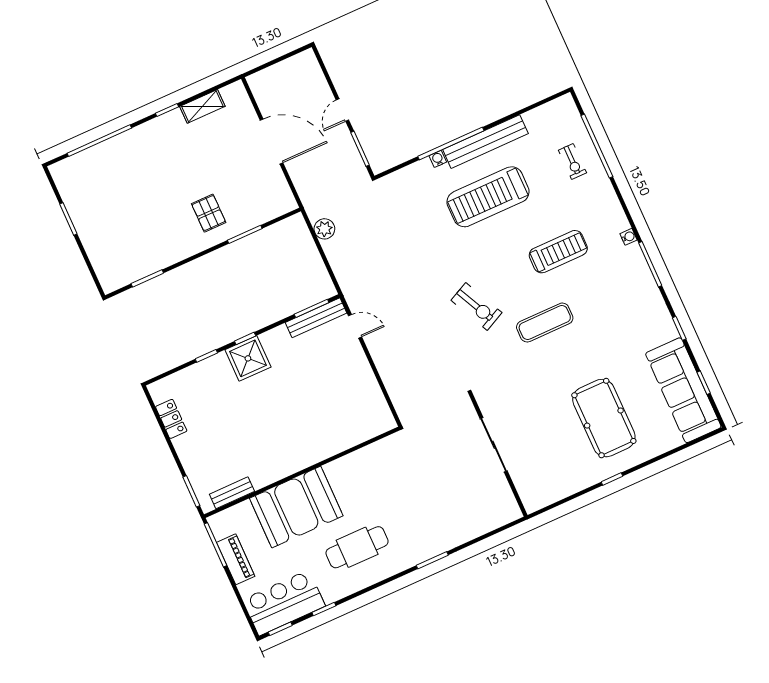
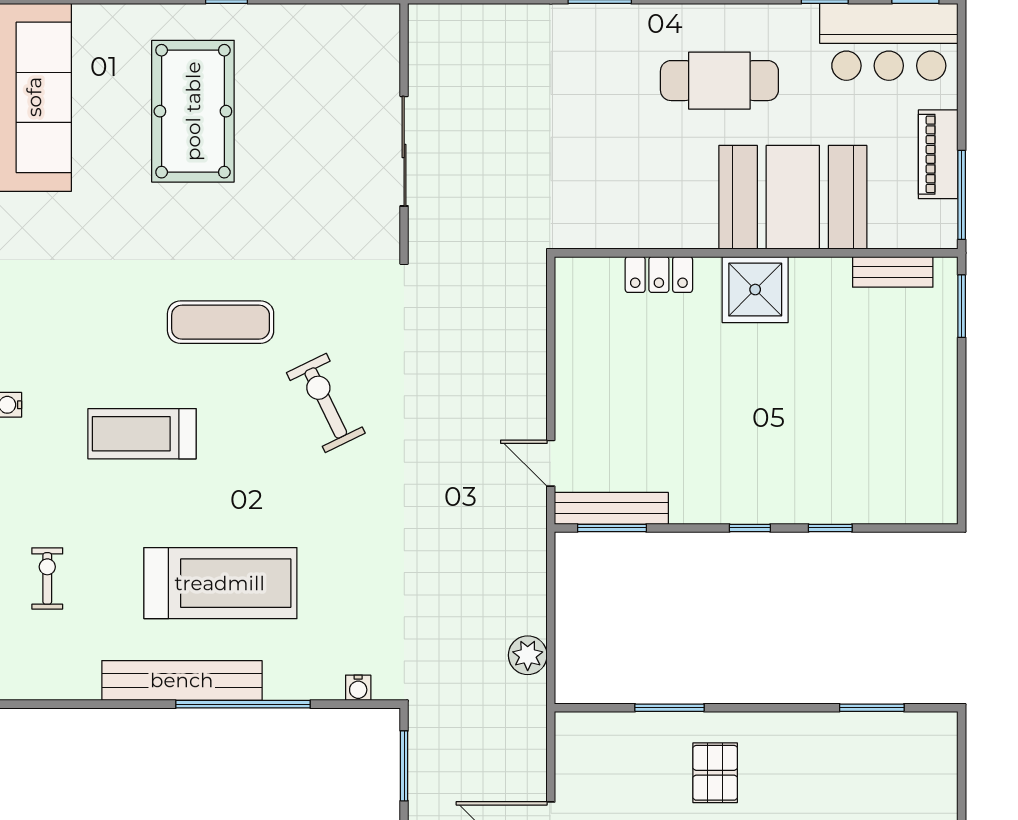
water cooler: (438, 159) -> (358, 688), moved
shower: (248, 358) -> (755, 290), moved
locker: (171, 419) -> (659, 274), moved, turned -90

